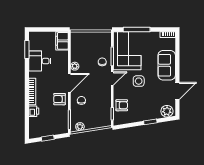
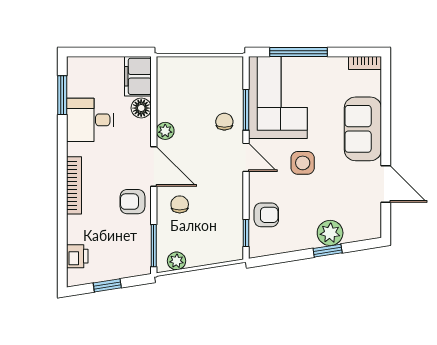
floor lamp: (64, 56) -> (141, 108), added
door: (112, 78) -> (246, 157), hinge flipped
door: (69, 83) -> (154, 167), hinge flipped
door: (177, 91) -> (386, 184), hinge flipped
printer: (34, 111) -> (77, 256), moved
plant: (167, 111) -> (330, 233), moved

